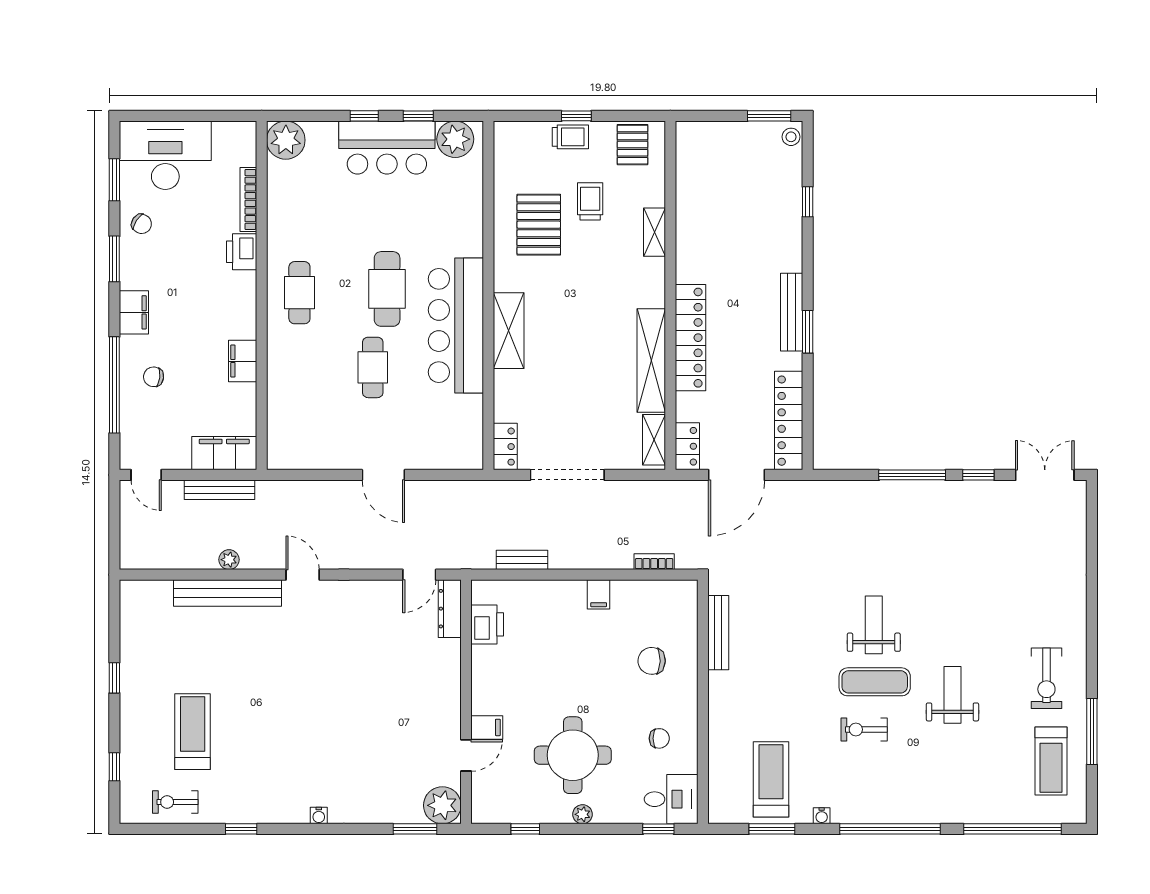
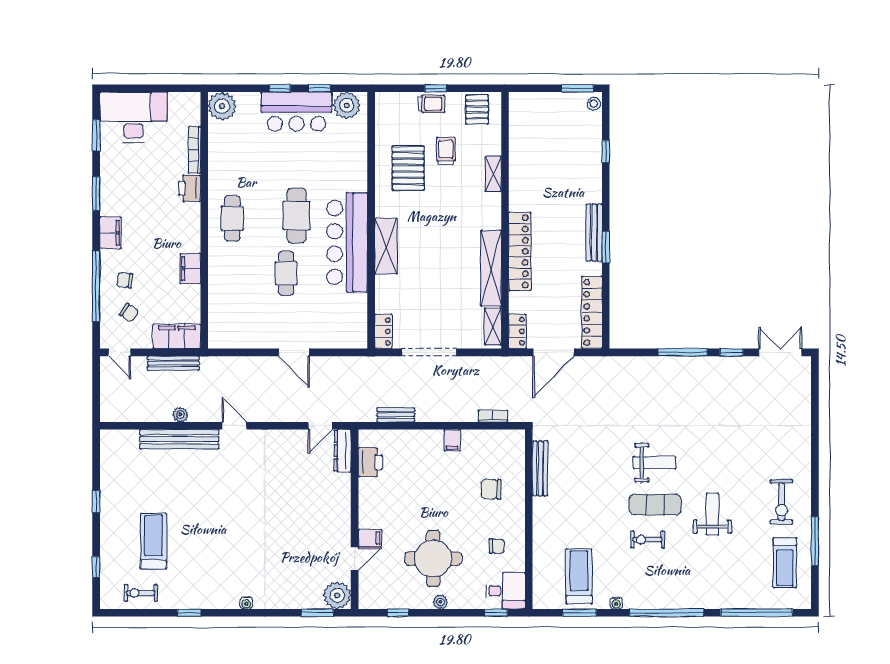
chair: (142, 224) -> (129, 313), moved
weight bench: (874, 625) -> (654, 463), turned 90

